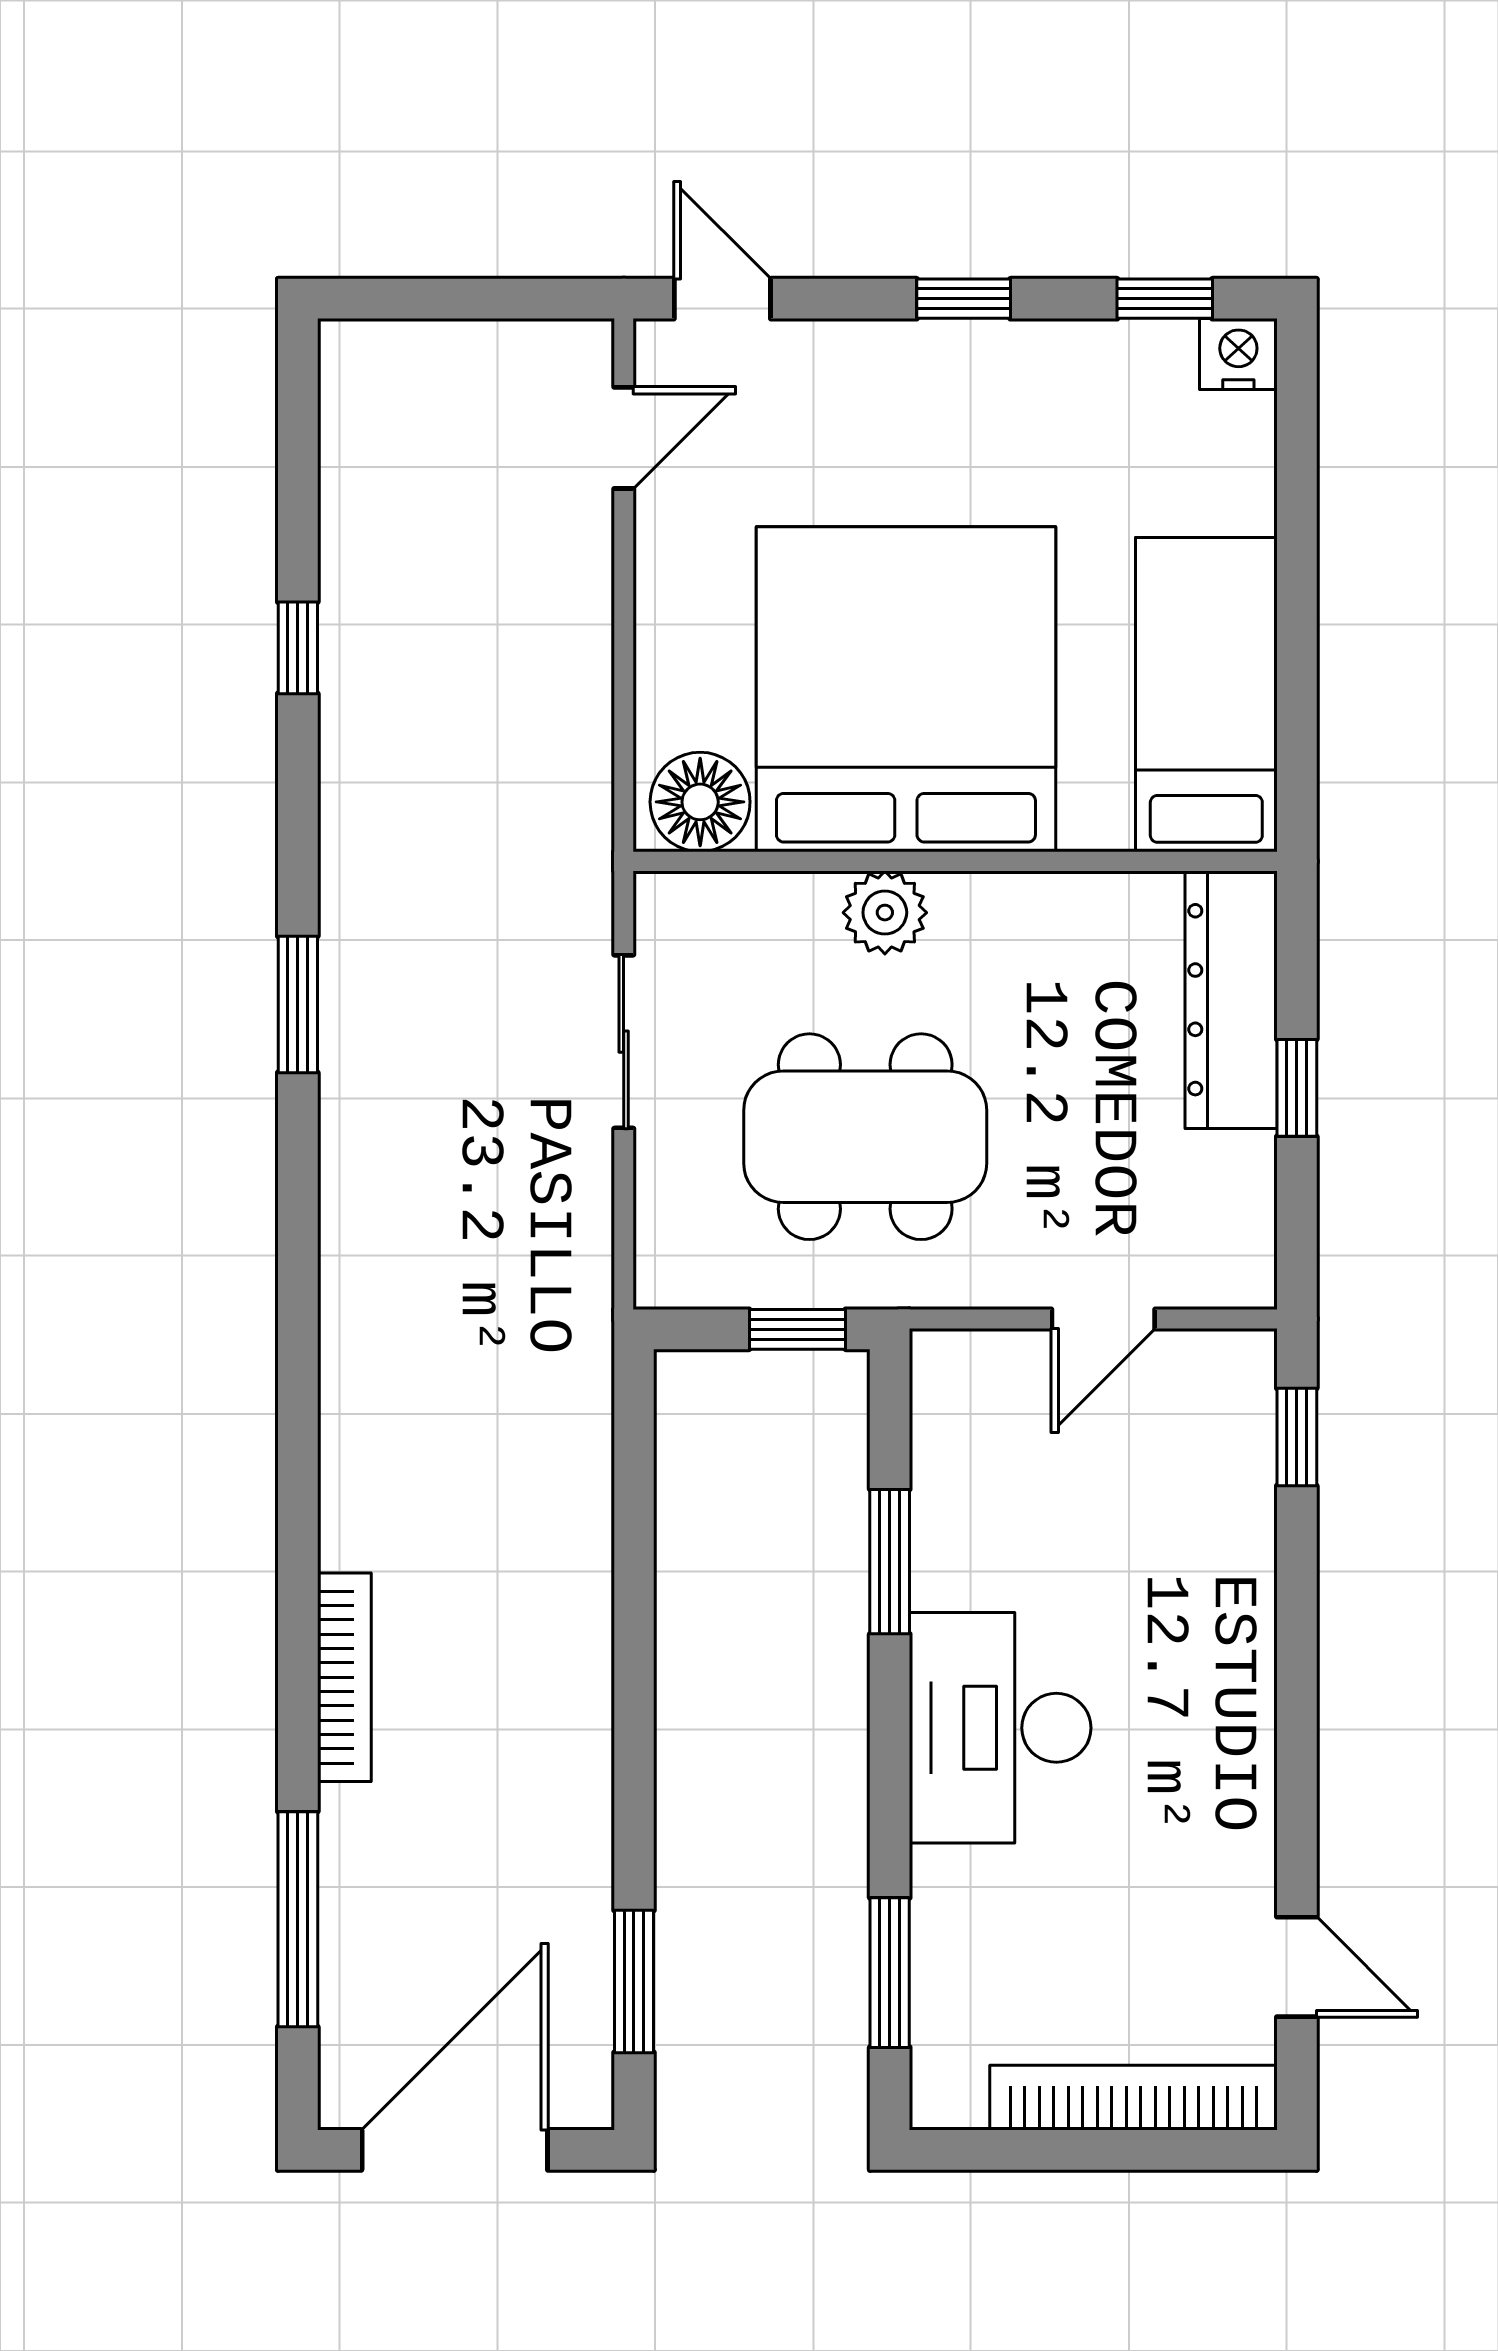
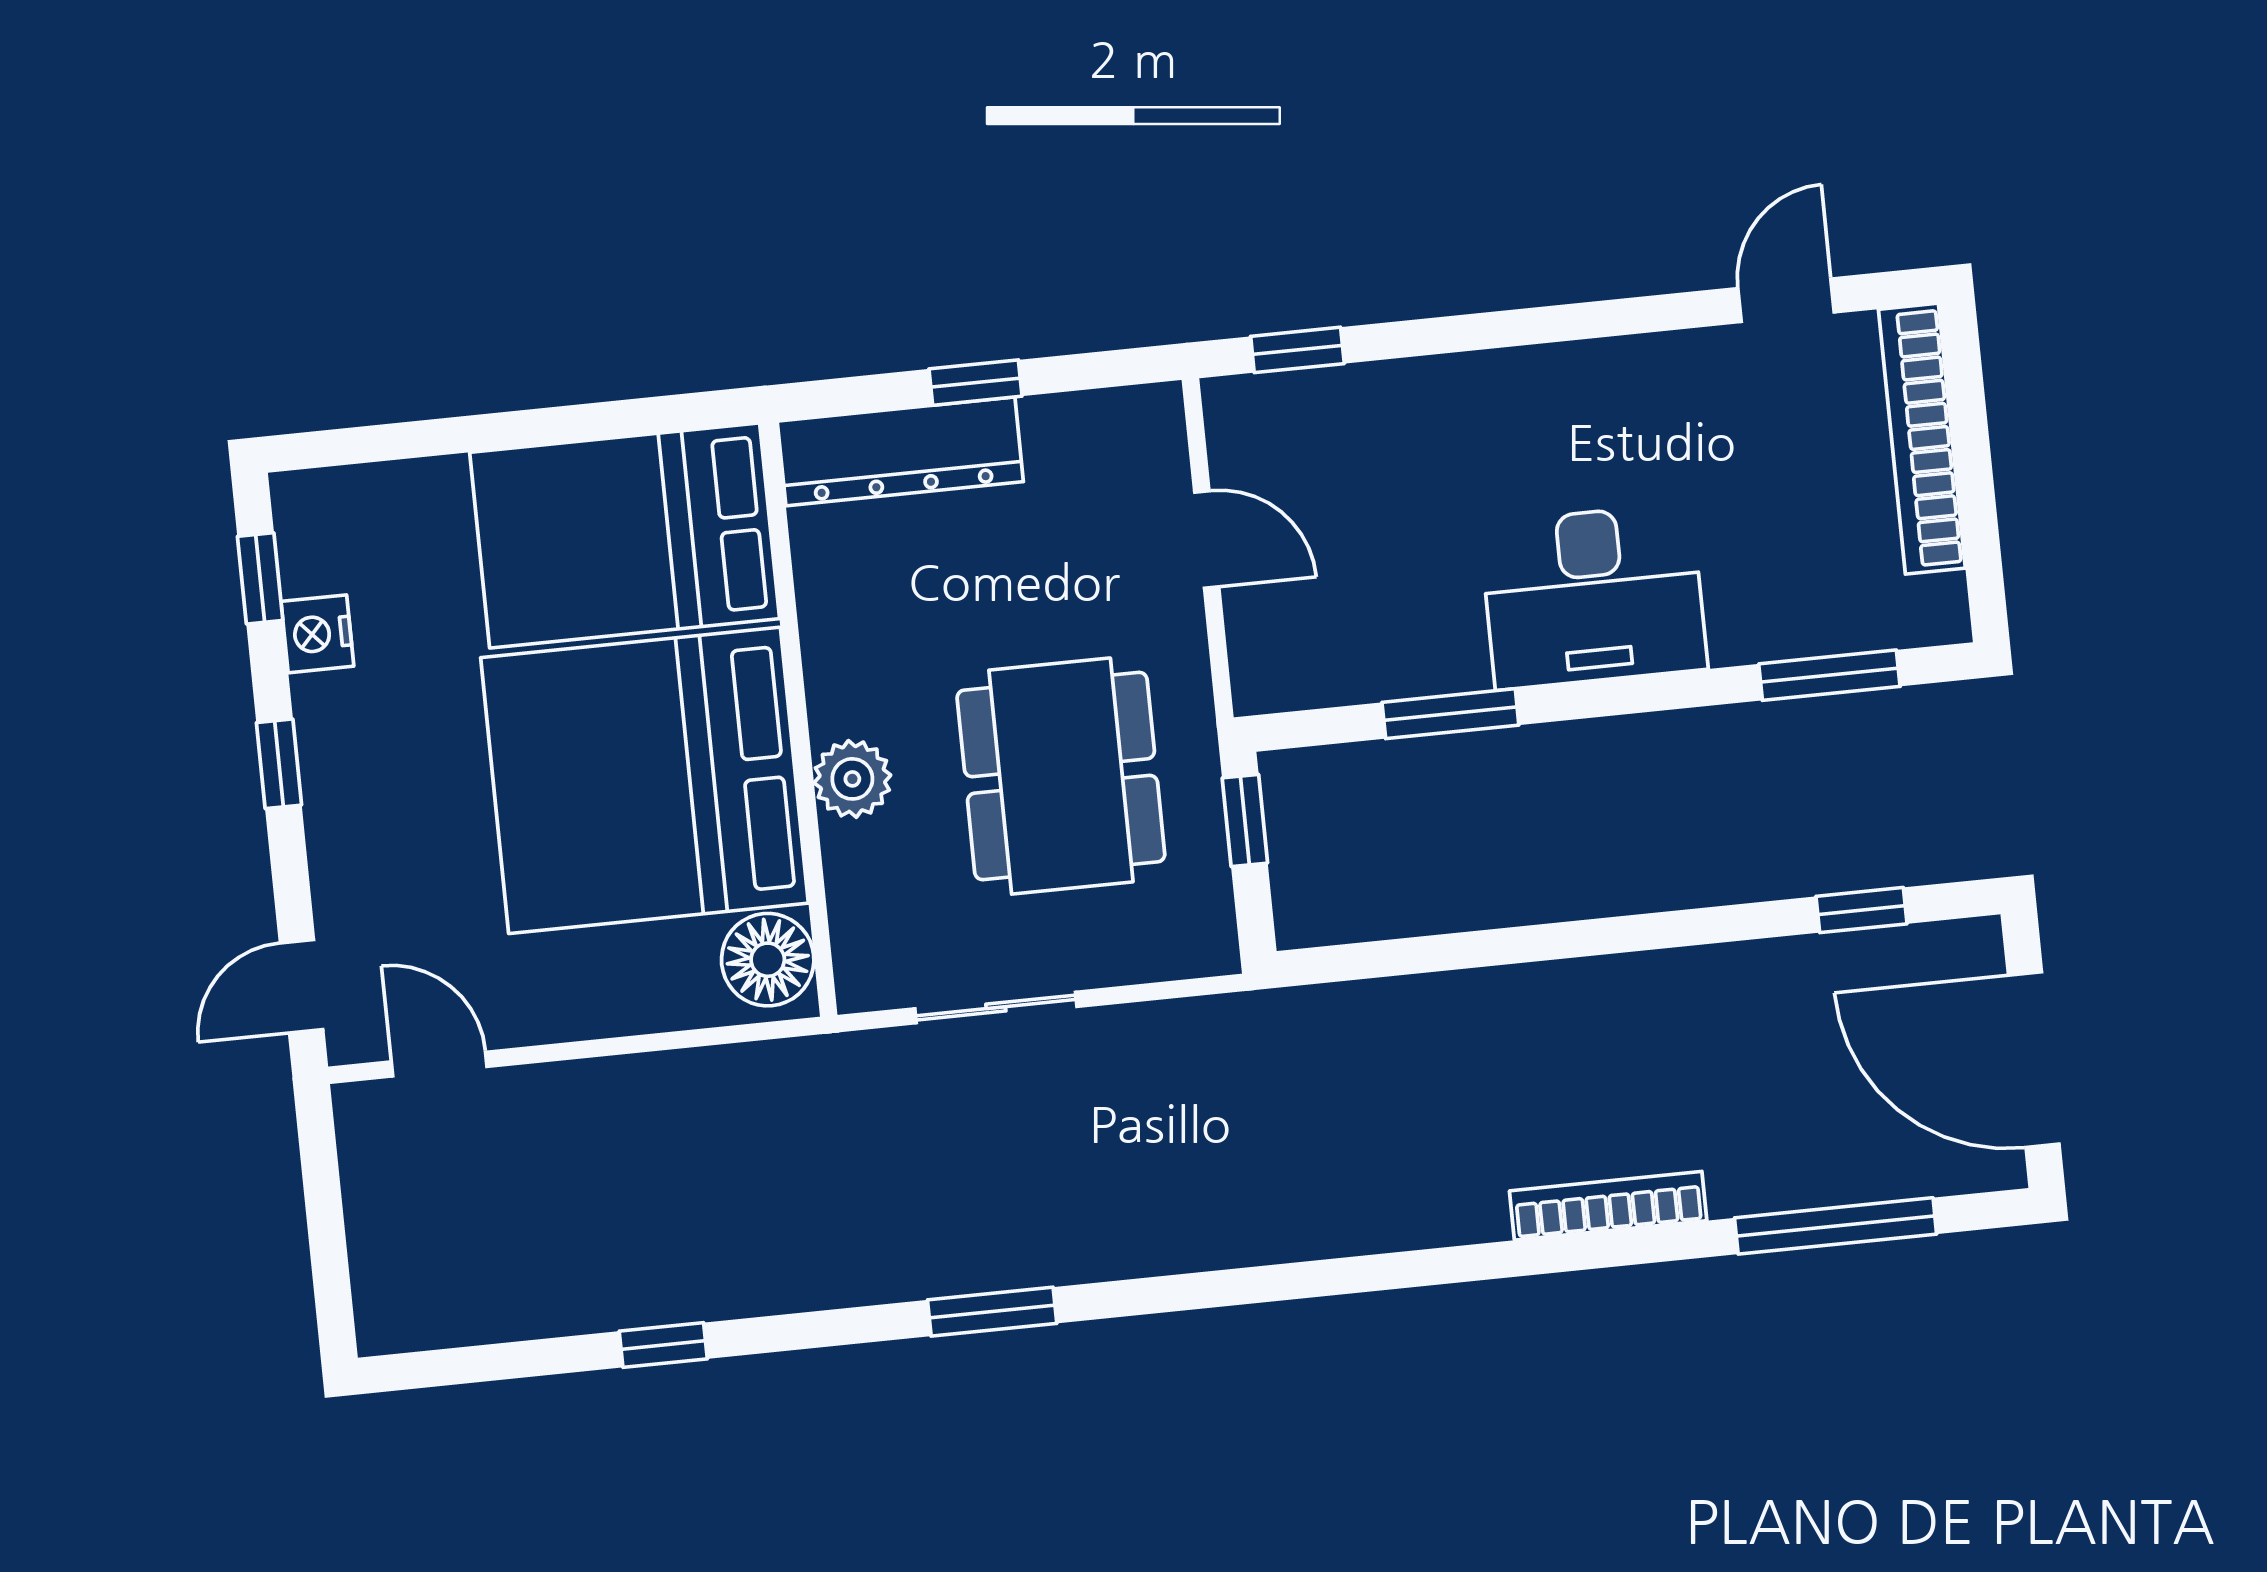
nightstand: (1238, 354) -> (317, 634), moved
bed: (1206, 695) -> (625, 535), width x1.50
window: (634, 1981) -> (1862, 910), width x0.67

